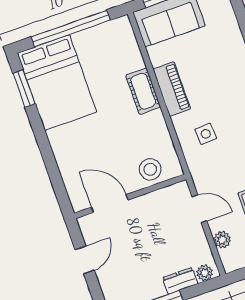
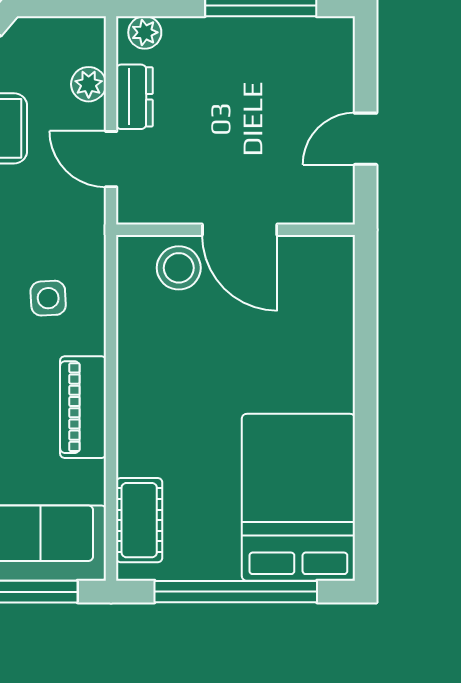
window: (24, 89) -> (366, 508), removed
cot: (143, 91) -> (139, 520), moved
door: (110, 204) -> (240, 230), moved
dresser: (180, 281) -> (134, 97), moved, turned -90

